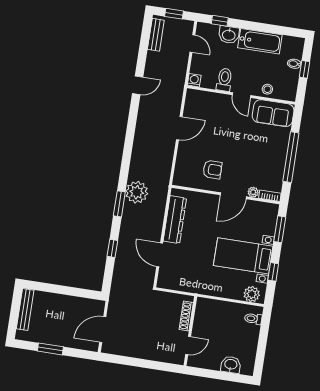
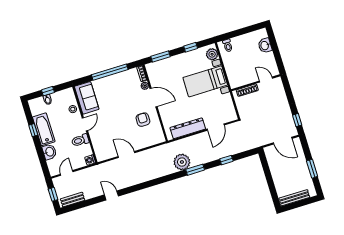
window: (220, 21) -> (33, 130), moved
bed with nightstands: (243, 256) -> (205, 81), moved, turned 90
window: (119, 360) -> (297, 120), added

